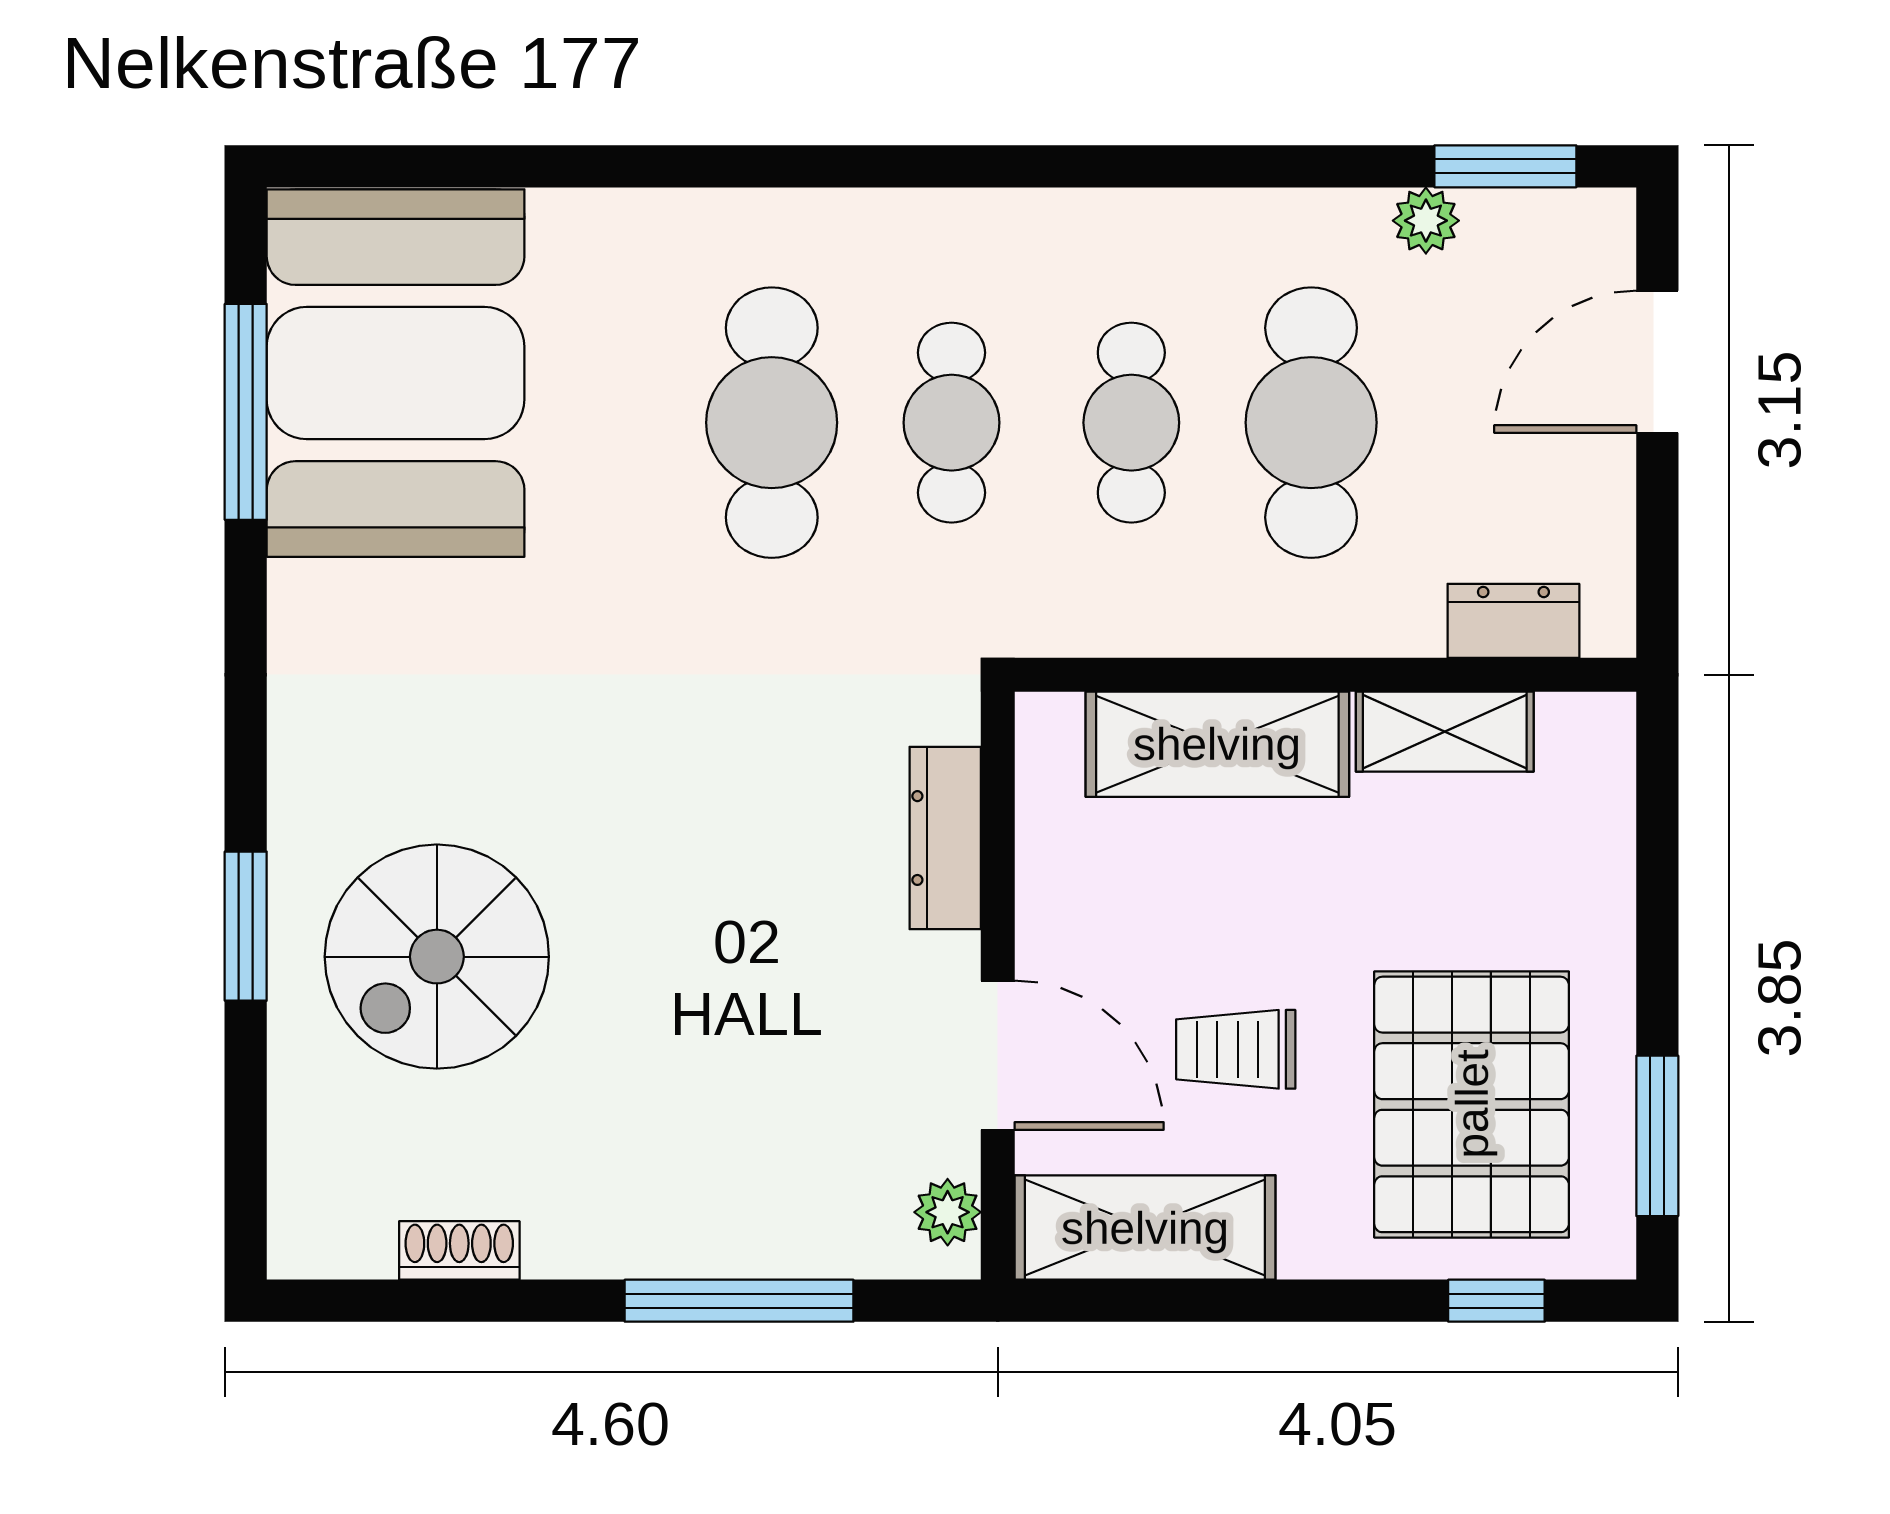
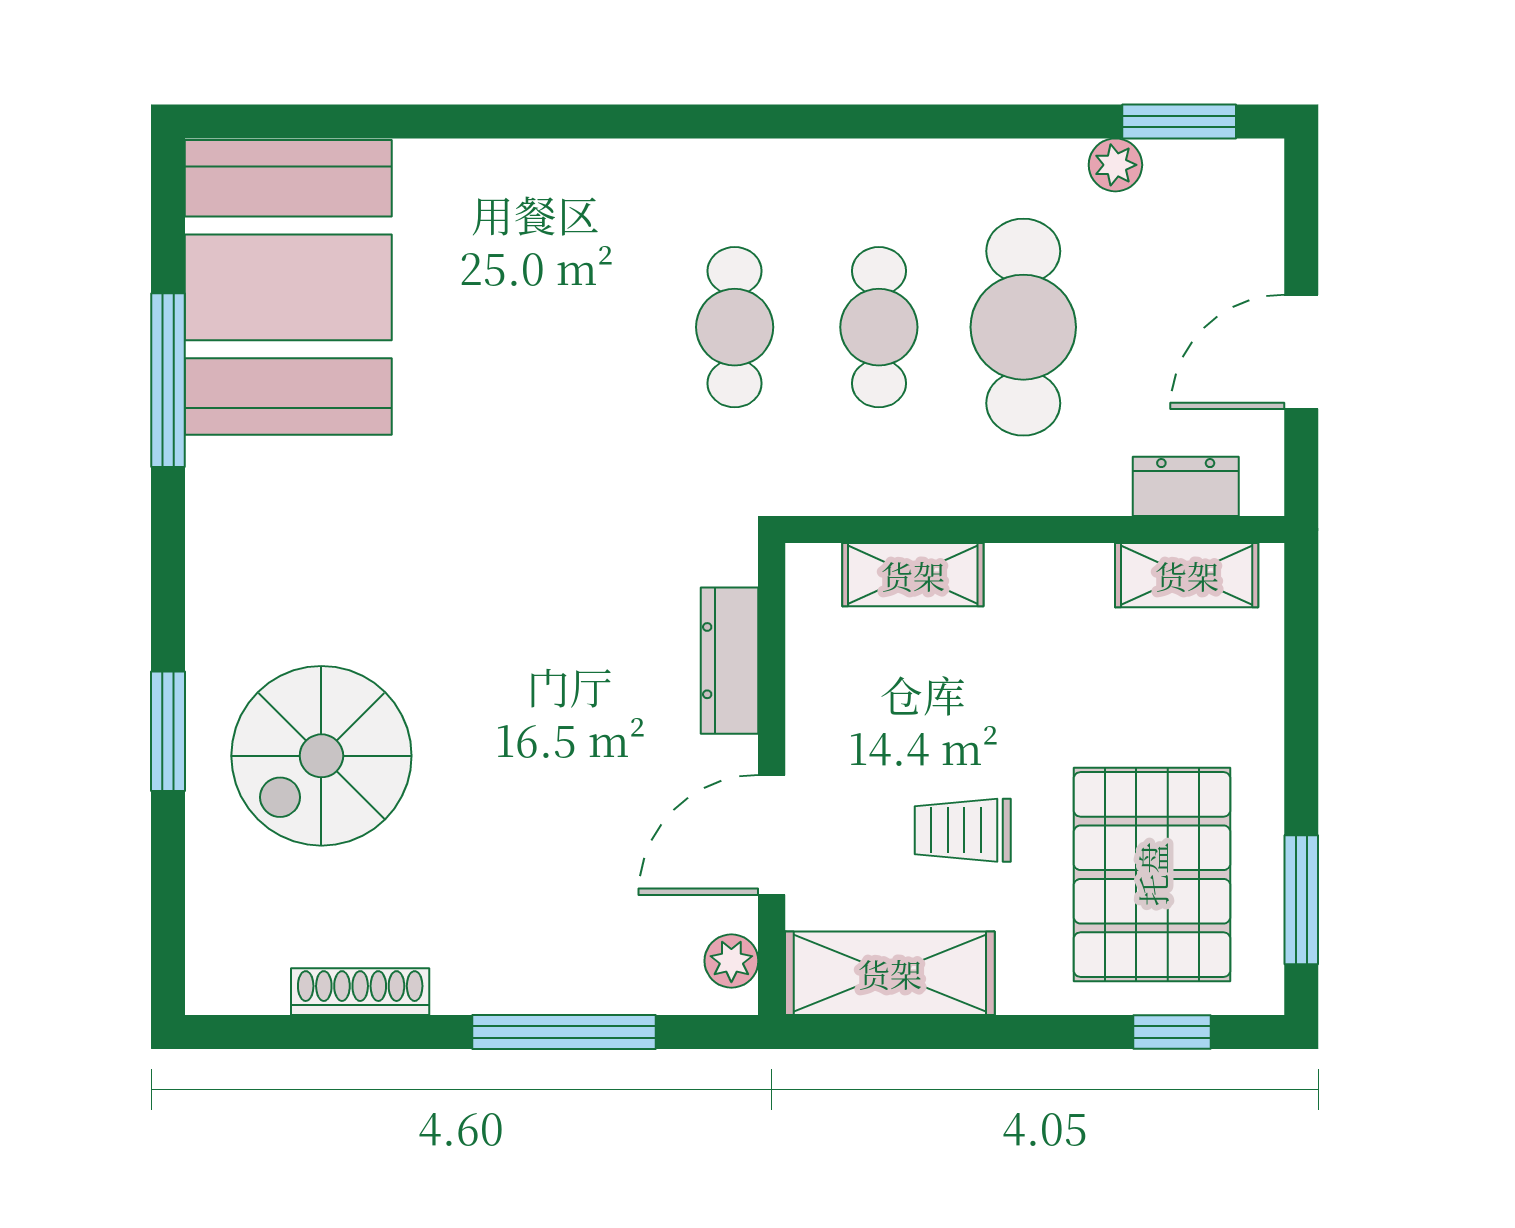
door: (1657, 362) -> (1301, 352), moved
window: (246, 412) -> (168, 380), moved
cafe table: (772, 423) -> (590, 327), removed
shelving: (1445, 732) -> (1187, 575), moved
shelving: (1217, 744) -> (913, 575), width x0.67, depth x0.75
door: (998, 1055) -> (772, 835), swing flipped
shoe rack: (459, 1250) -> (360, 992), width x1.43

